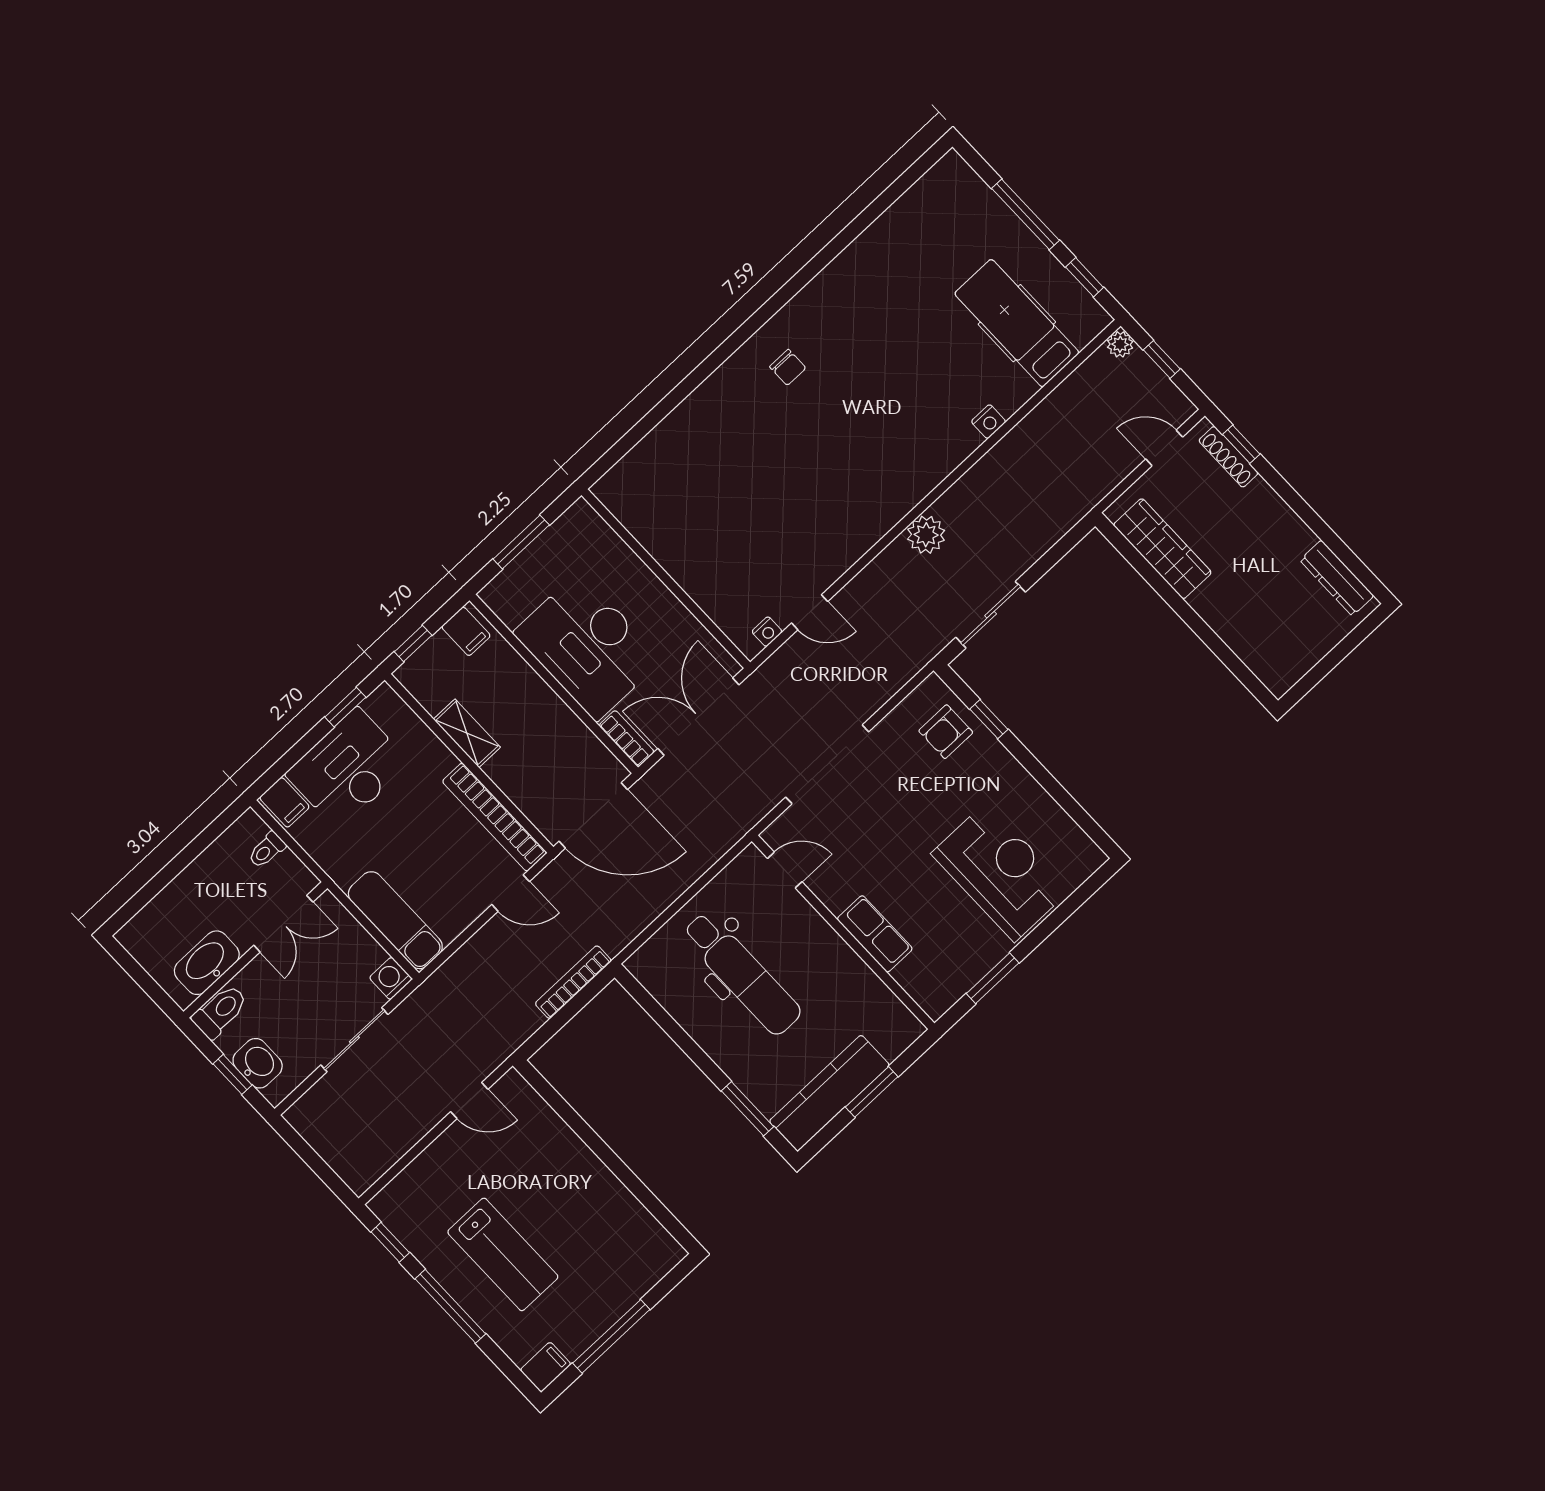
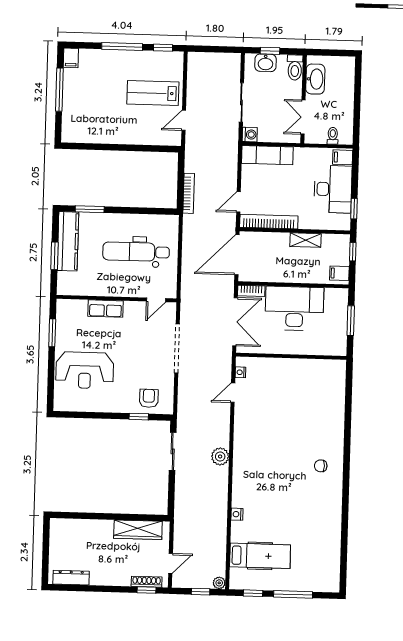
lab bench: (503, 1254) -> (153, 93), moved

